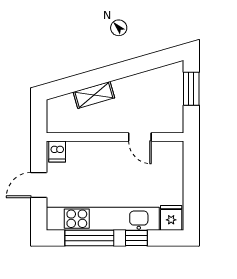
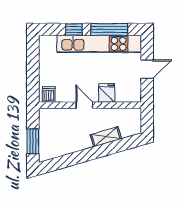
door: (140, 137) -> (84, 105), moved
dishwasher: (57, 152) -> (49, 94), moved
fridge: (171, 218) -> (107, 93), moved, turned 180

